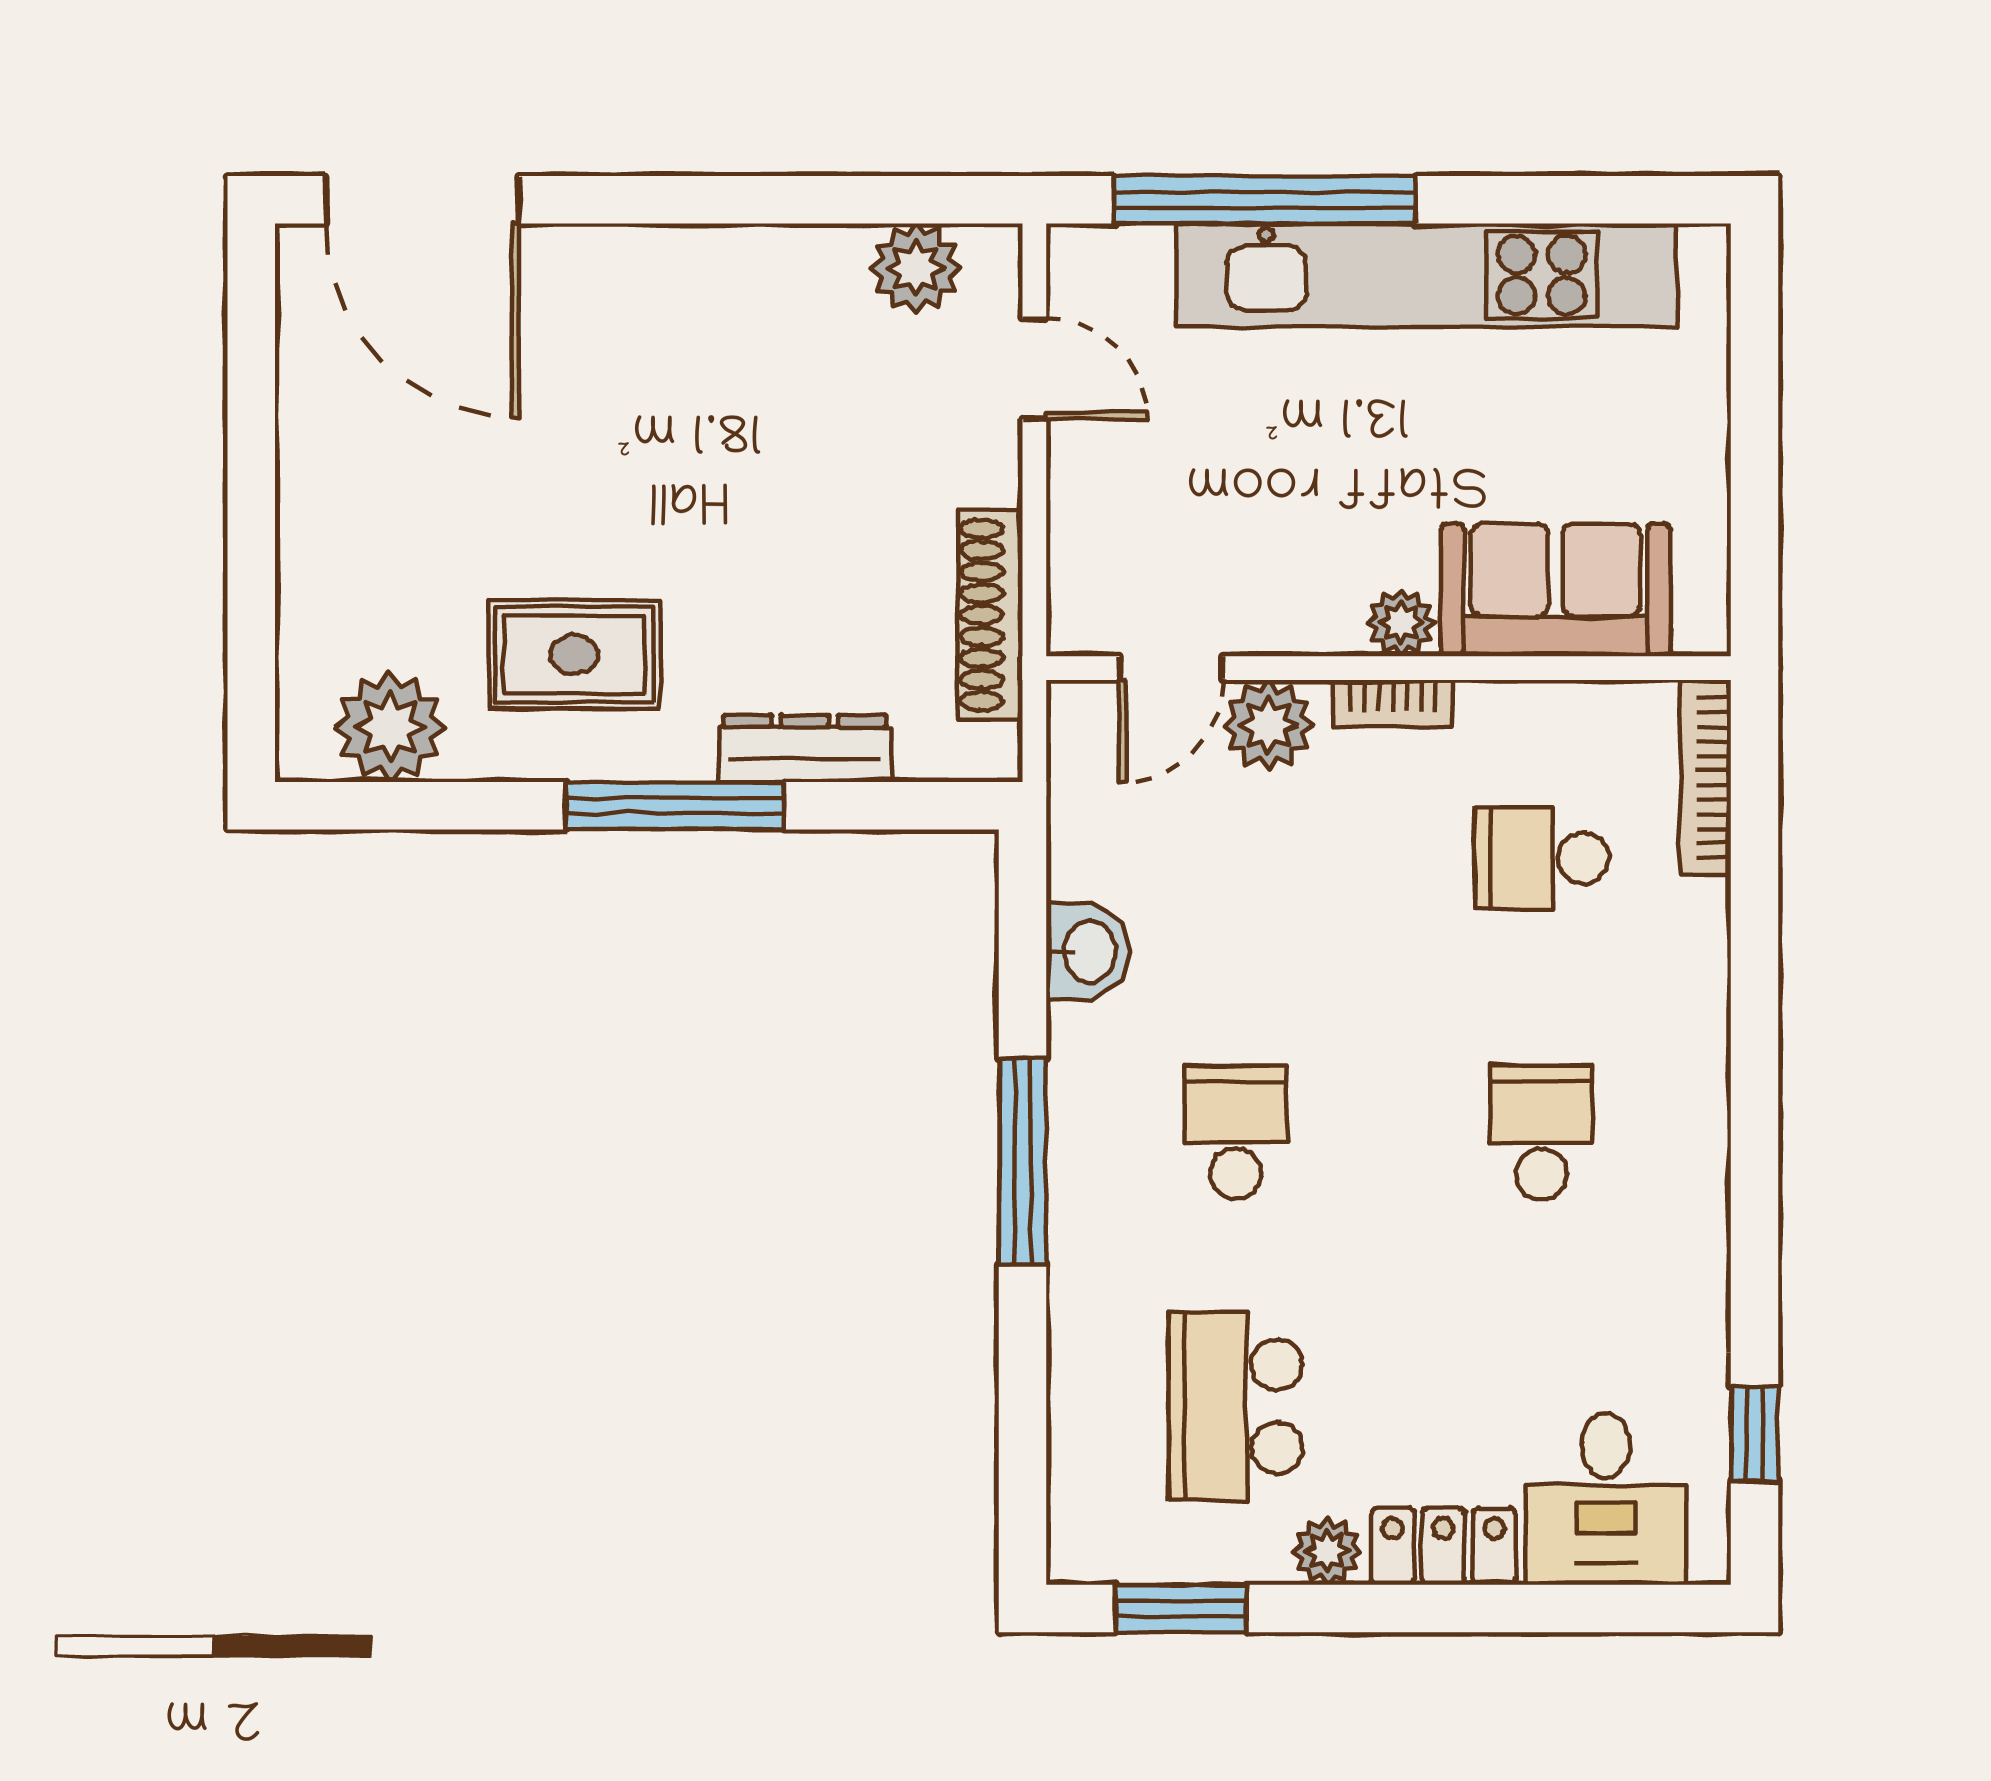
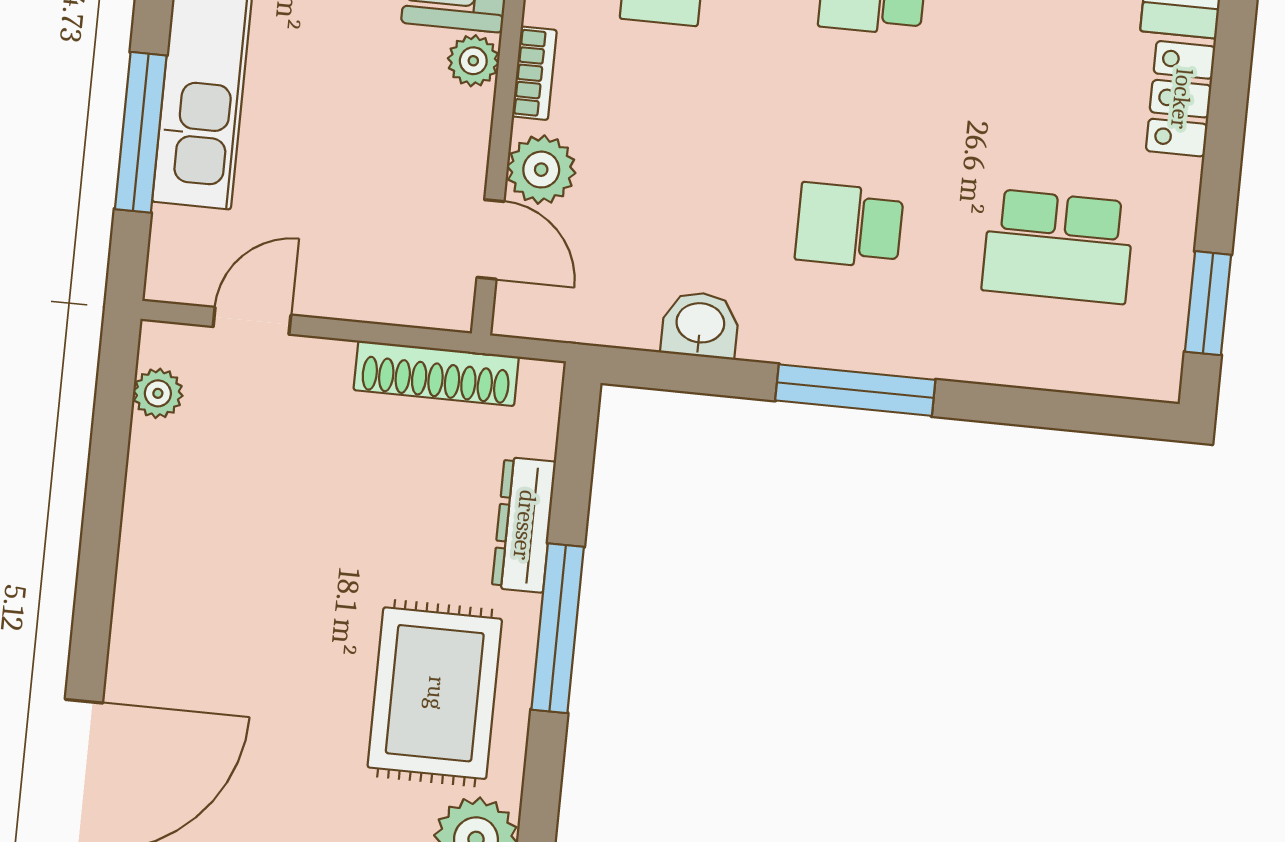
window: (1265, 200) -> (141, 132), width x0.68
plant: (916, 268) -> (158, 393), width x0.73, depth x0.73
rug: (574, 655) -> (435, 693), width x1.36, depth x1.43
plant: (1327, 1551) -> (1176, 188), removed

